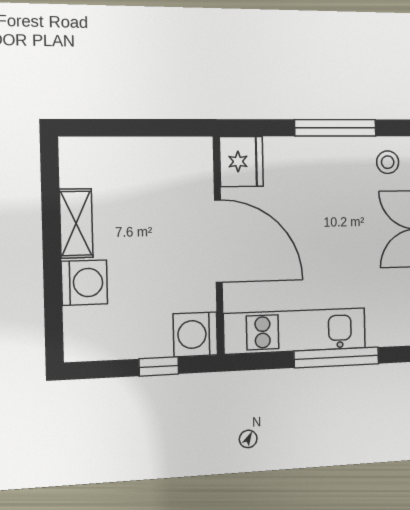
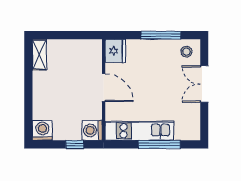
shelving: (76, 223) -> (39, 55), moved
door: (218, 241) -> (104, 88), width x0.73
washing machine: (84, 283) -> (42, 130), moved, turned -90

